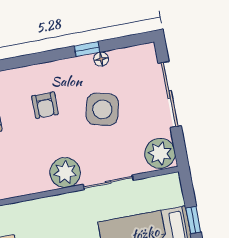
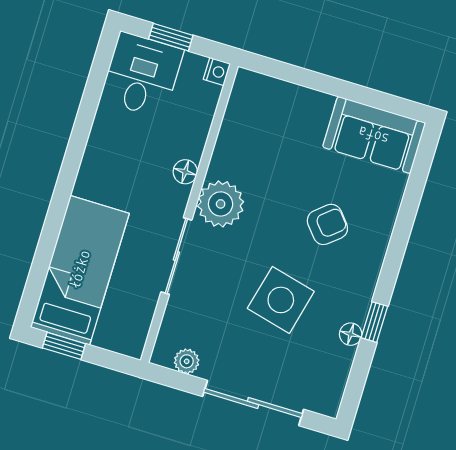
armchair: (45, 105) -> (327, 224), turned 140
plant: (160, 153) -> (187, 361), width x0.53, depth x0.53
floor lamp: (57, 202) -> (185, 172), added

